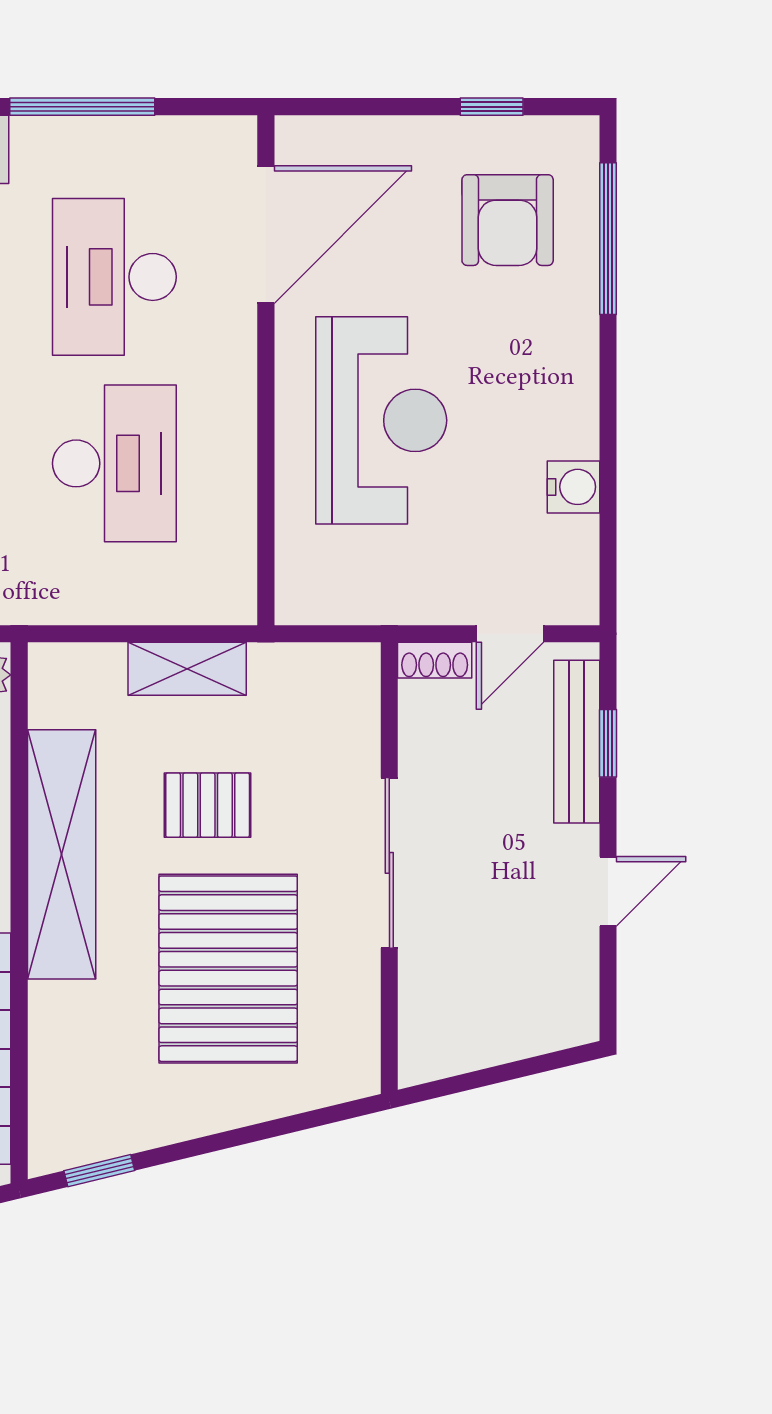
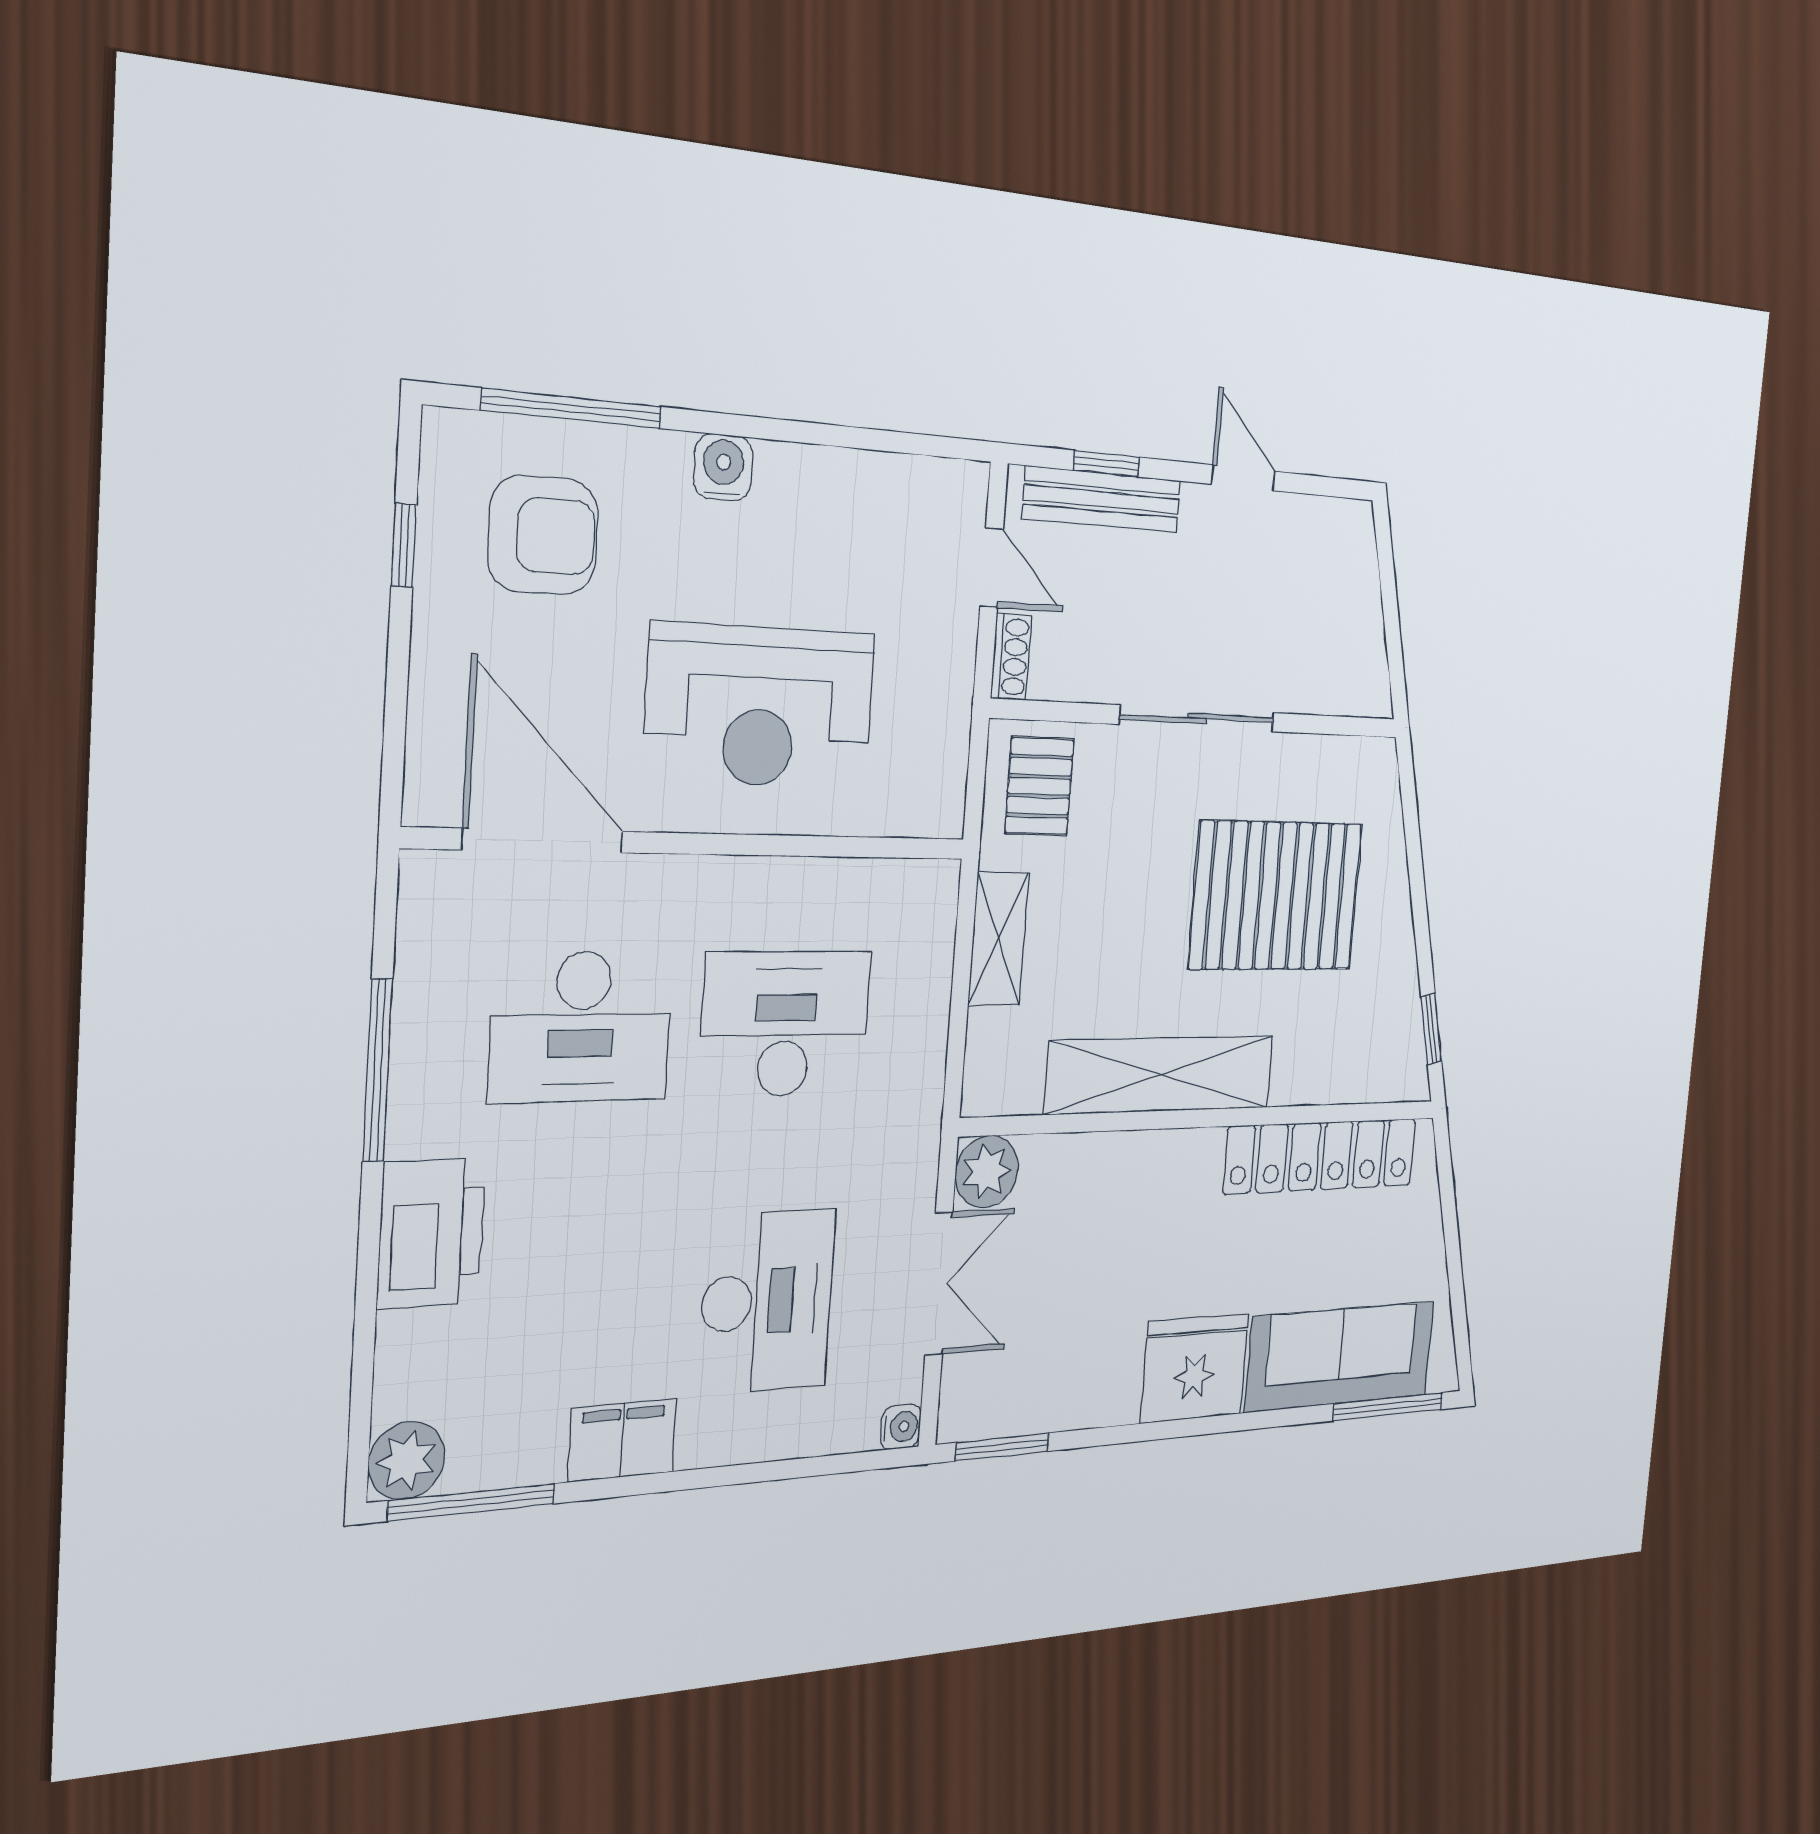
reception desk: (381, 420) -> (760, 706), turned 180
water cooler: (573, 487) -> (723, 467), moved
pallet: (208, 805) -> (1039, 786), moved

